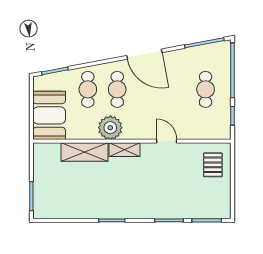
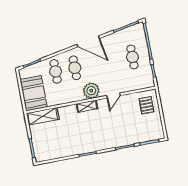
plant: (110, 128) -> (91, 91), moved
door: (167, 141) -> (113, 96), swing flipped
shelving: (85, 152) -> (43, 116), moved

